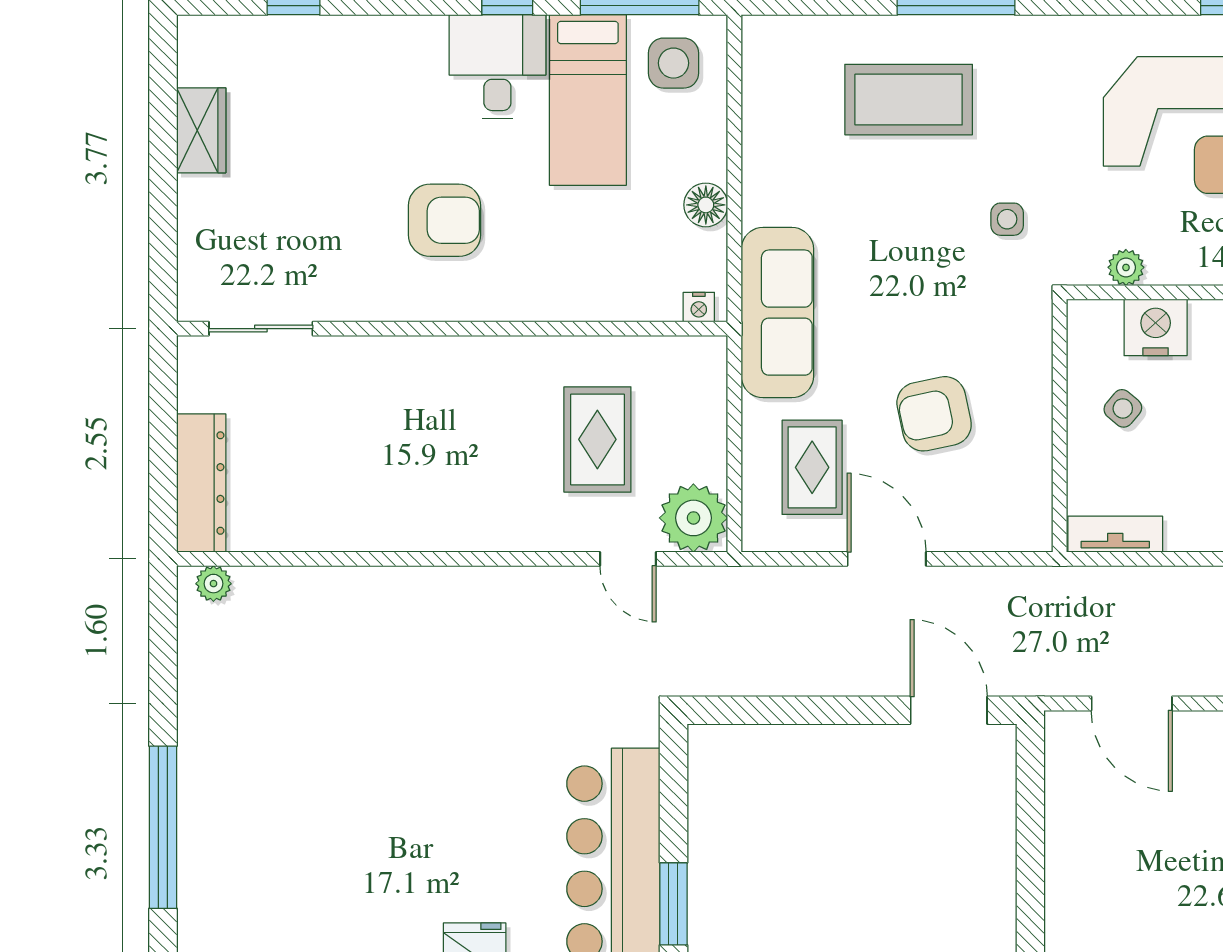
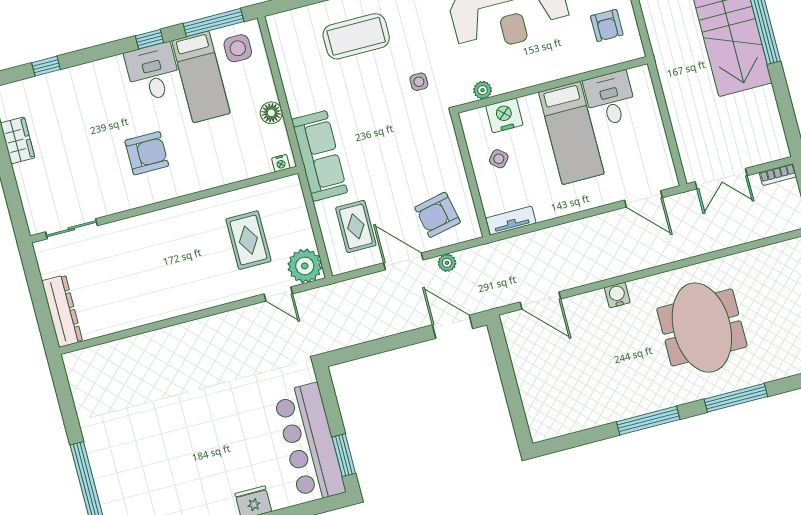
armchair: (934, 414) -> (438, 215), moved
plant: (213, 584) -> (447, 263), moved

